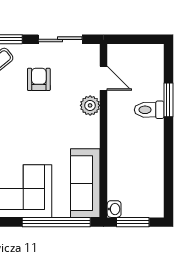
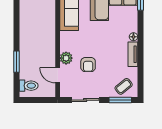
armchair: (39, 79) -> (88, 65), moved
toilet: (149, 110) -> (29, 86), moved

